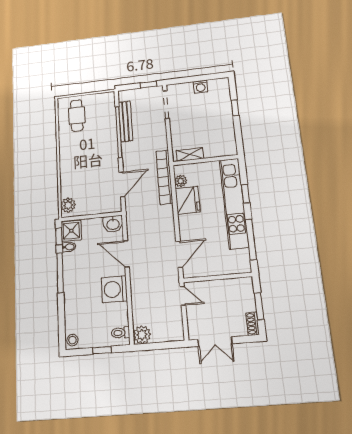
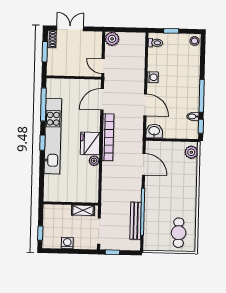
window: (235, 108) -> (40, 233), moved
shelving: (190, 155) -> (83, 210), moved
wall: (205, 160) -> (71, 203), moved
bookcase: (164, 177) -> (108, 137), moved
door: (122, 184) -> (144, 164), swing flipped
shower: (71, 231) -> (190, 130), removed
washing machine: (114, 289) -> (153, 77), width x0.53, depth x0.53
plant: (142, 335) -> (112, 39), moved
double door: (215, 342) -> (70, 28), moved

